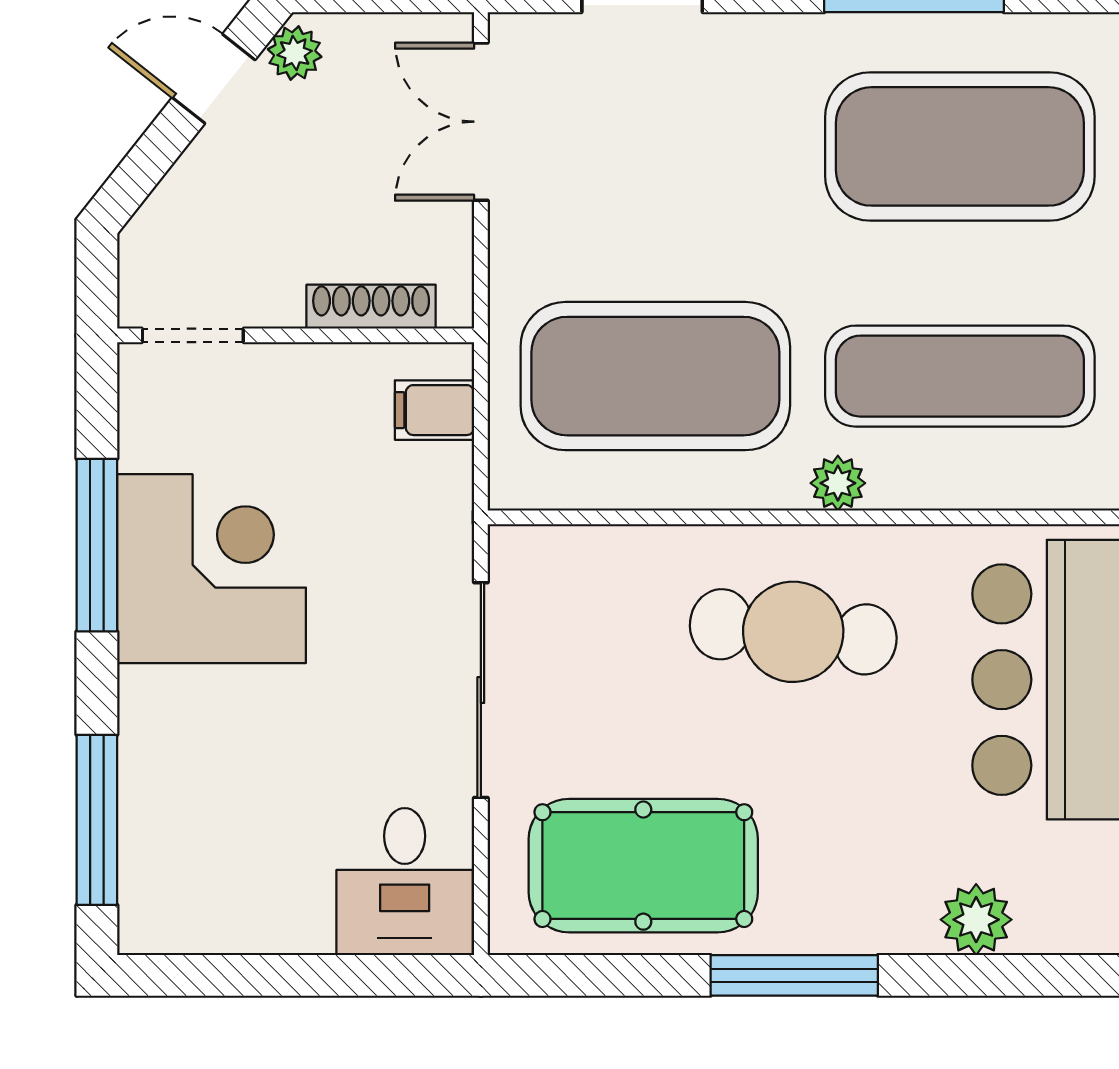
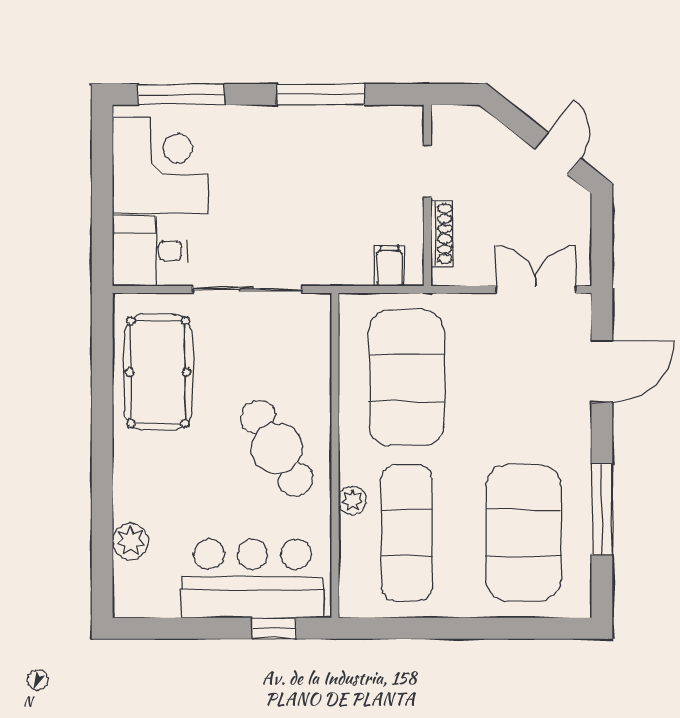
plant: (295, 53) -> (571, 195), removed
doorway: (193, 335) -> (427, 171), moved
plant: (838, 483) -> (352, 500), moved
corner desk: (211, 569) -> (160, 165), moved, turned -90
cafe table: (793, 632) -> (277, 448), turned -37
window: (794, 975) -> (102, 449), removed

